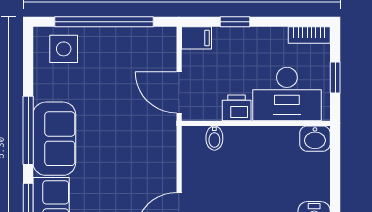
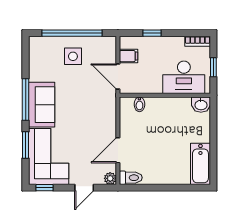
filing cabinet: (197, 38) -> (129, 56), moved
side table: (64, 49) -> (73, 56), moved
printer: (237, 108) -> (153, 86), removed

